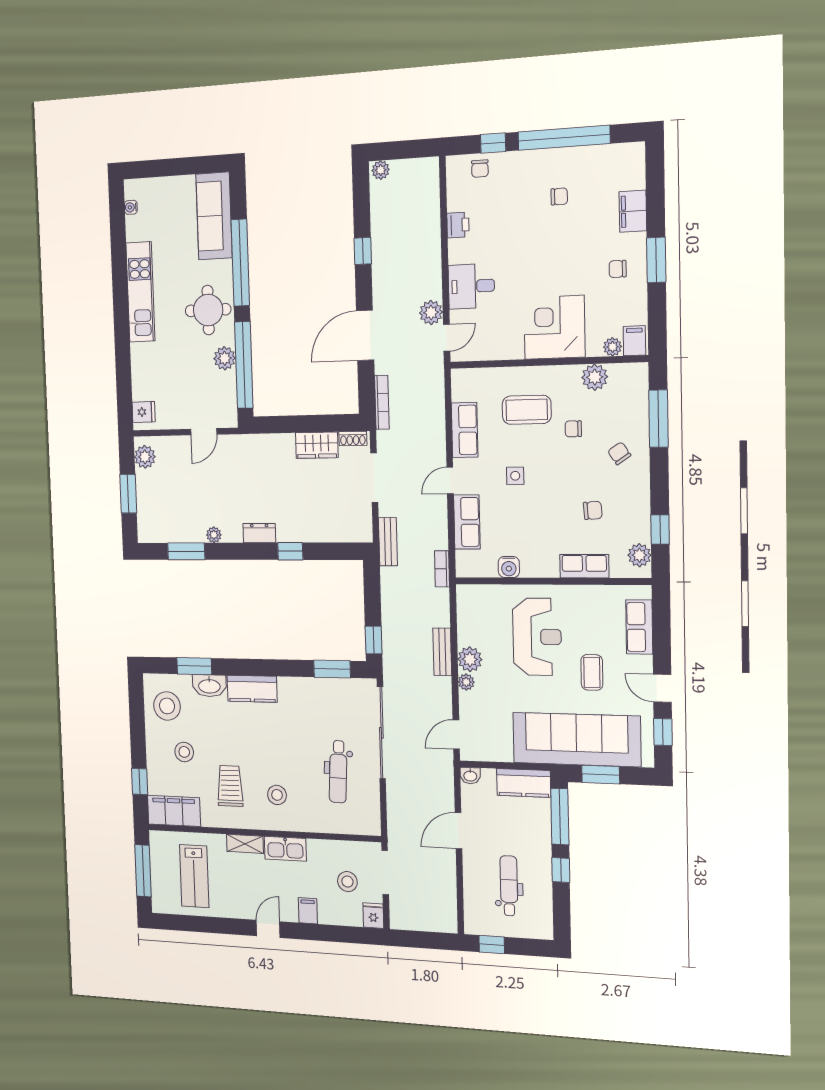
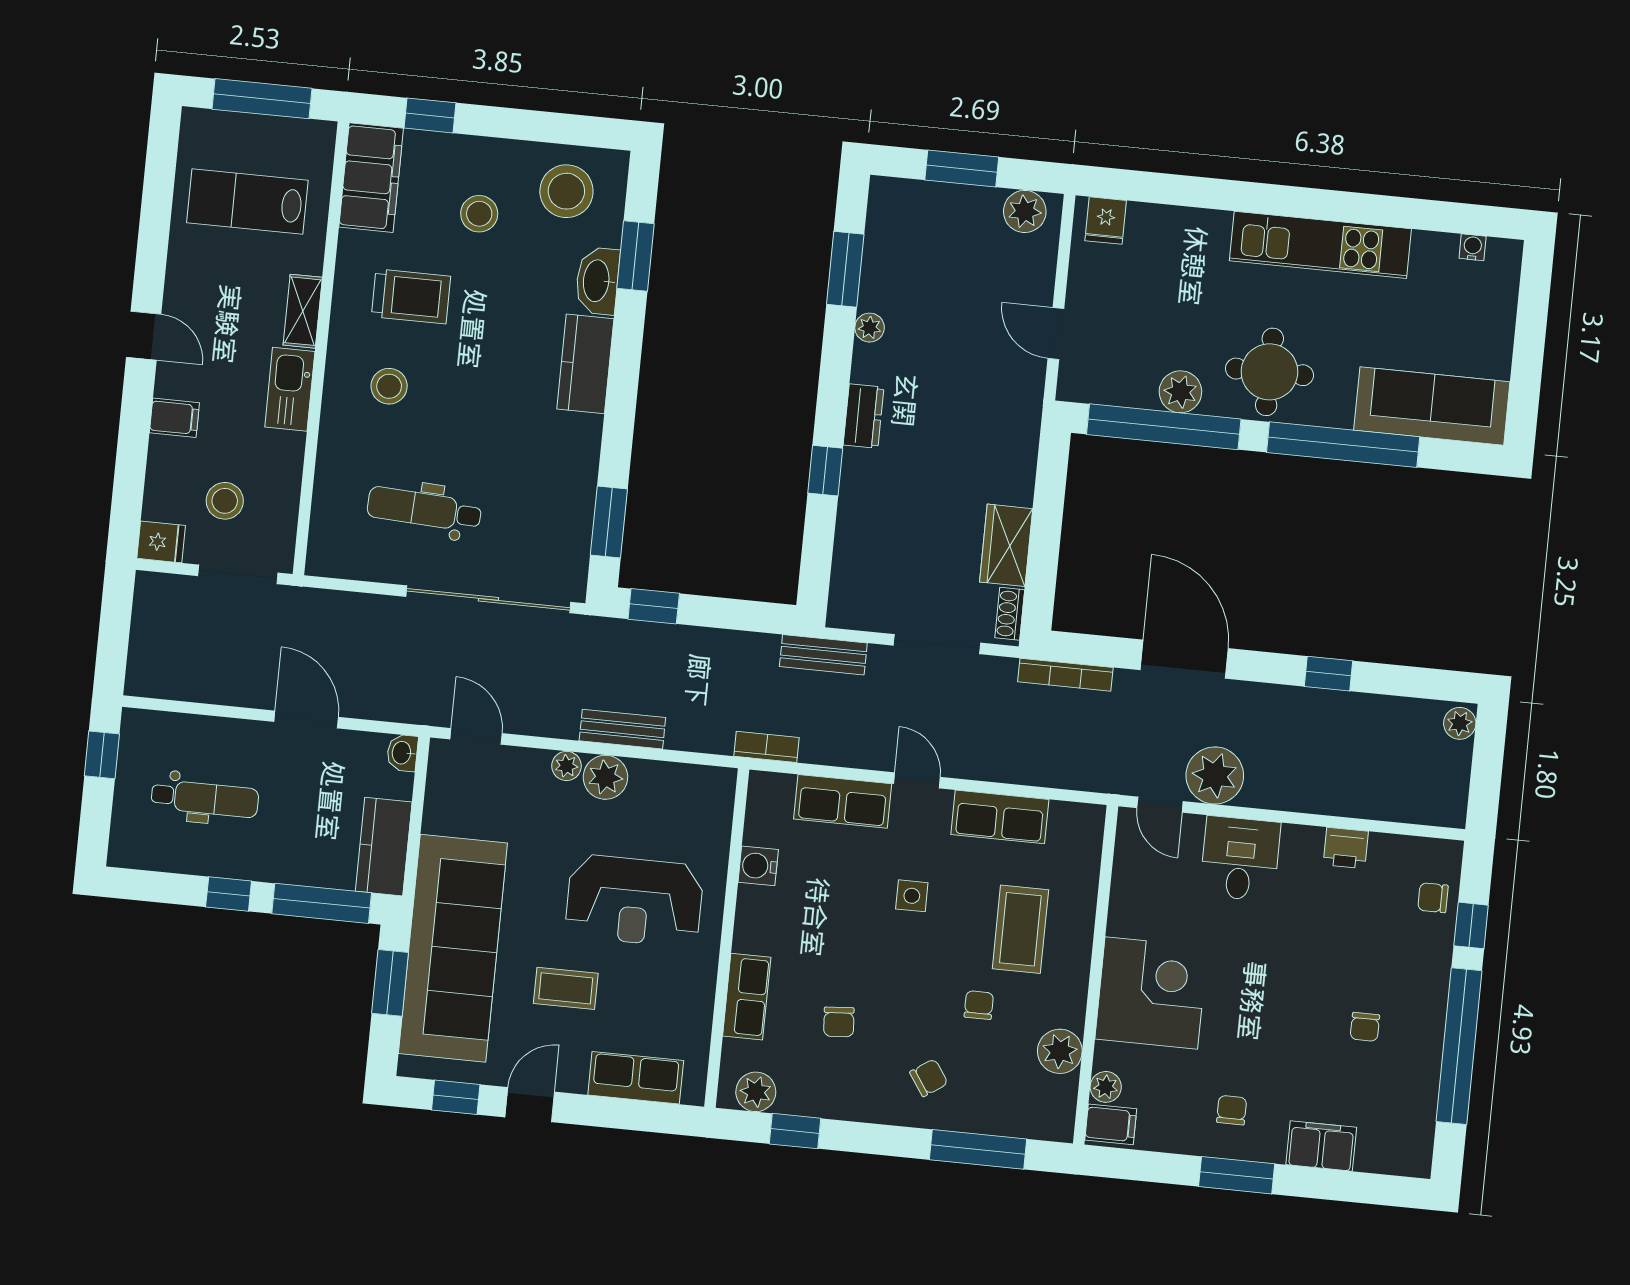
plant: (431, 312) -> (1215, 775), width x1.36, depth x1.36

